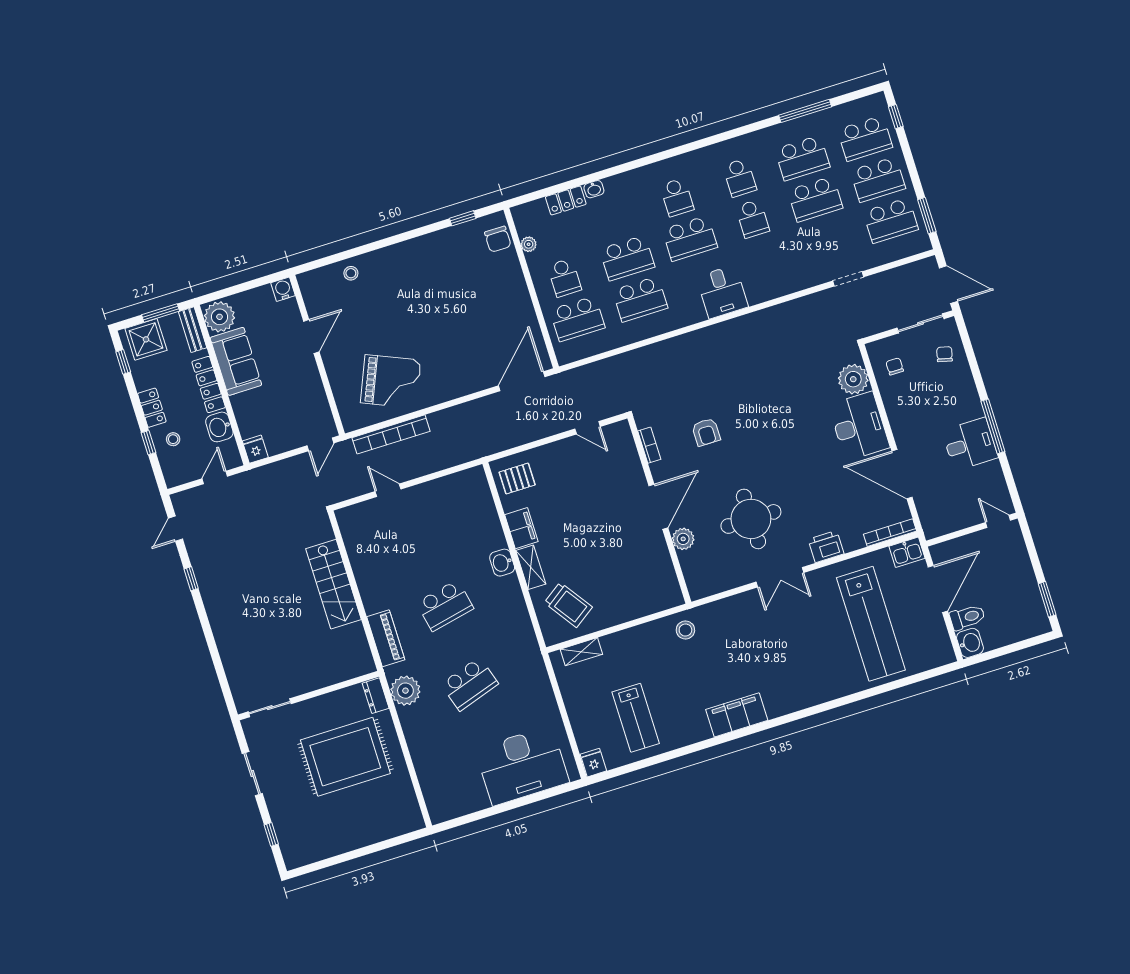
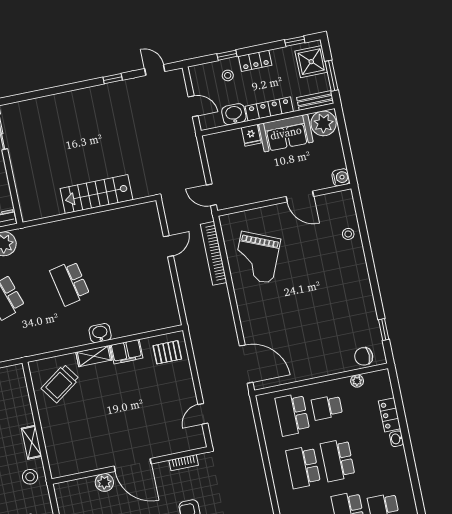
fridge: (255, 449) -> (251, 135), moved, turned 90
pallet: (517, 478) -> (167, 352), turned 90
piano: (386, 638) -> (48, 232), removed
shelving: (581, 652) -> (32, 442), moved

